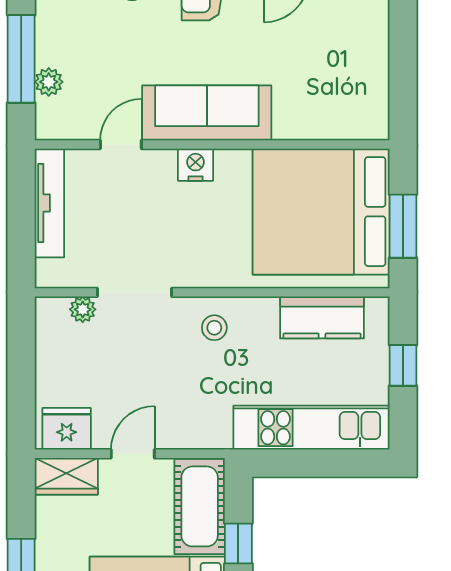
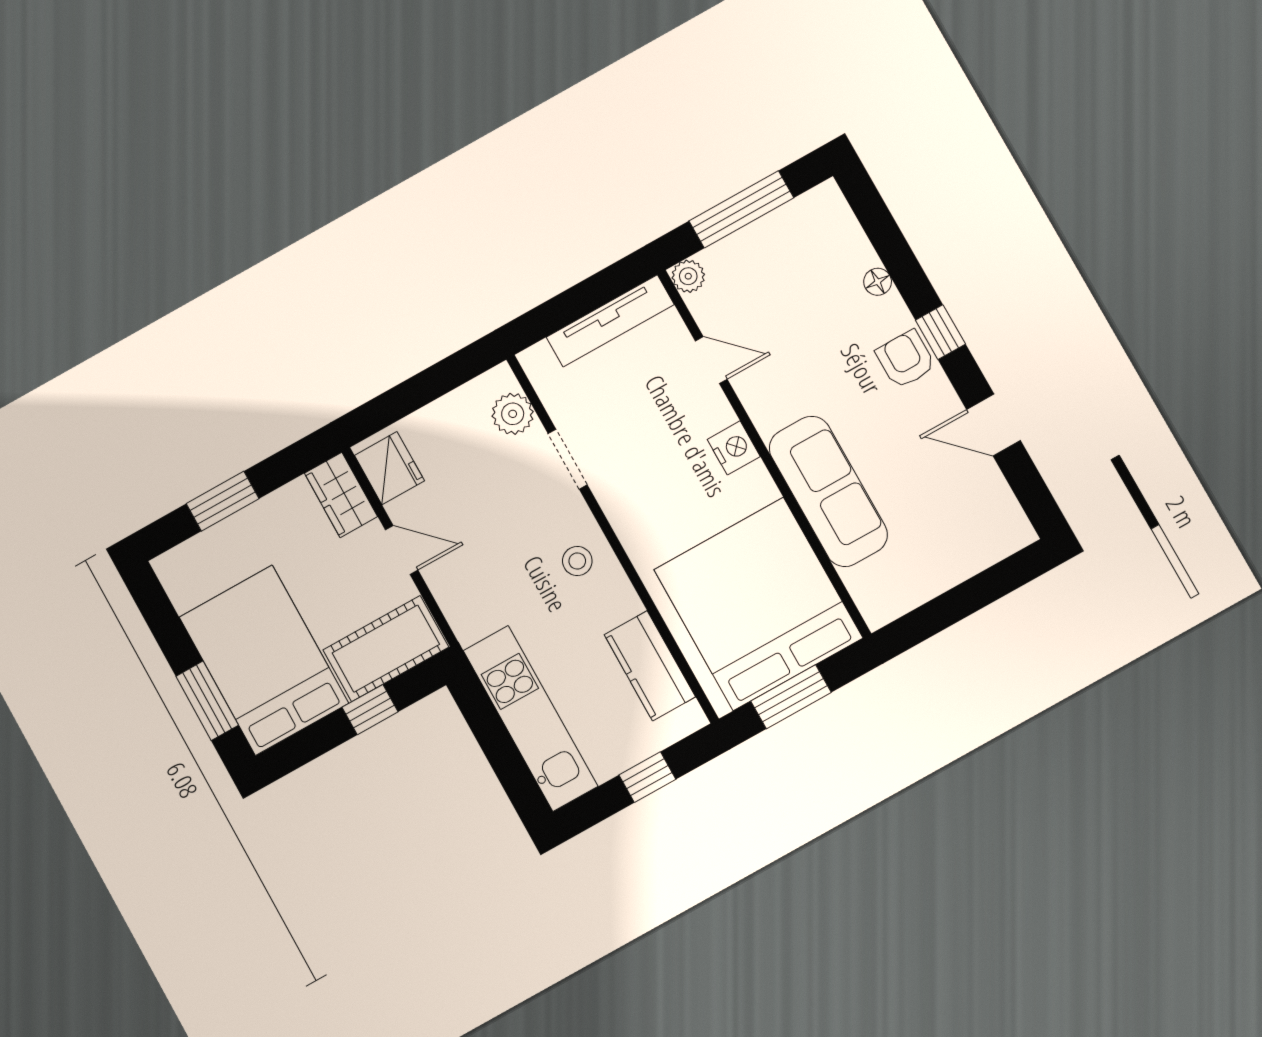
plant: (49, 82) -> (688, 276), moved
sofa: (207, 113) -> (828, 491), moved
doorway: (135, 292) -> (568, 459), width x0.73
plant: (83, 309) -> (513, 414), width x1.38, depth x1.38

